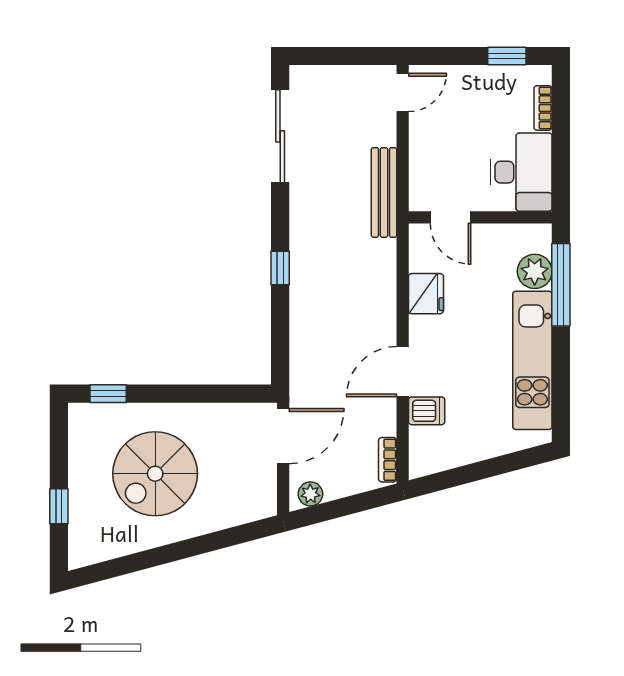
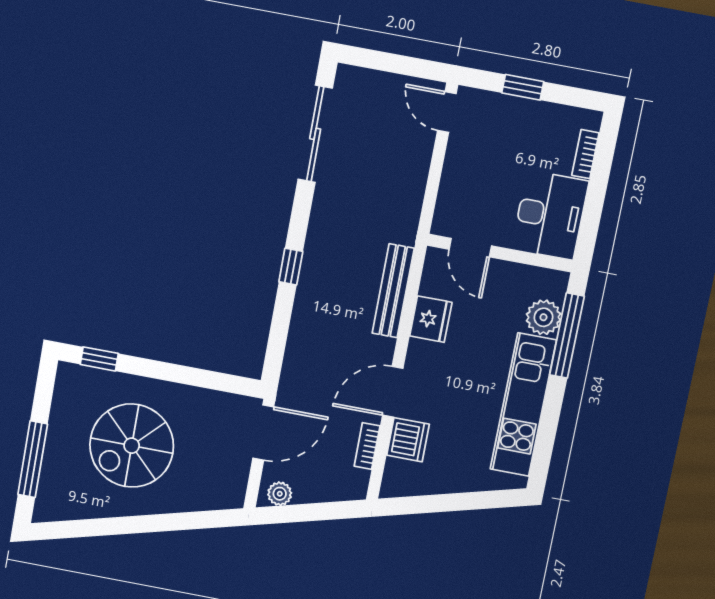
window: (507, 56) -> (523, 87), moved
door: (403, 92) -> (447, 112), swing flipped
bench: (384, 192) -> (393, 291), moved
dishwasher: (427, 411) -> (408, 440), width x1.38
bookcase: (388, 460) -> (367, 446), moved
window: (59, 506) -> (33, 459), width x2.17

